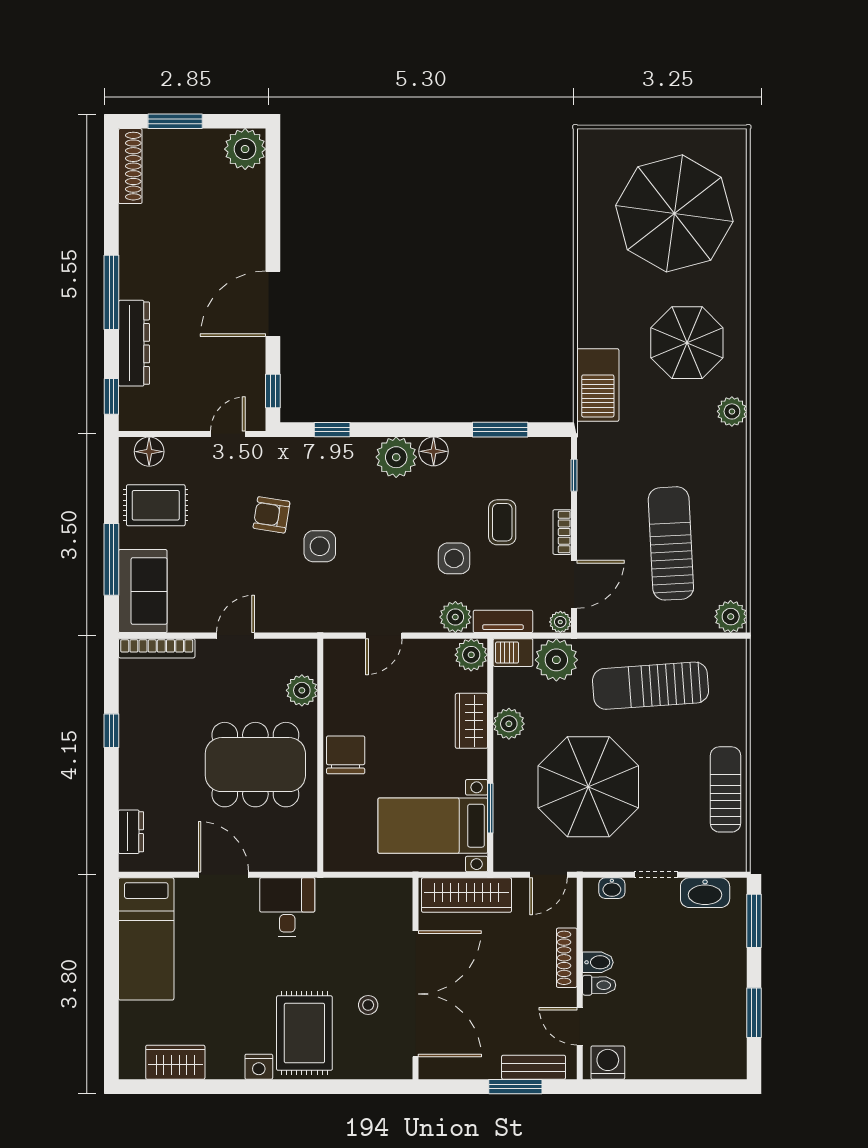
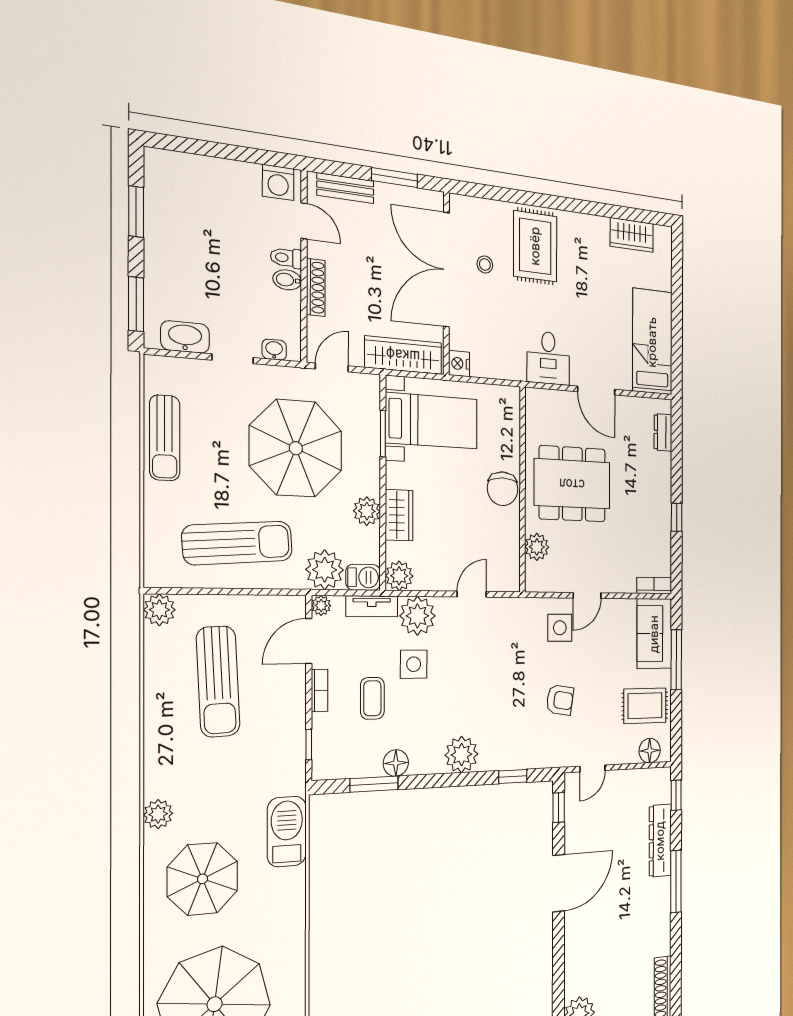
floor lamp: (434, 451) -> (396, 763), moved
side table: (320, 546) -> (560, 628), moved
plant: (455, 617) -> (417, 616), width x1.36, depth x1.36
bookcase: (157, 648) -> (654, 586), width x0.64
nightstand: (259, 1067) -> (459, 364), moved, turned -90
window: (515, 1087) -> (395, 178), moved

